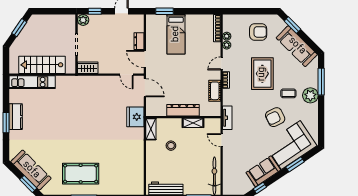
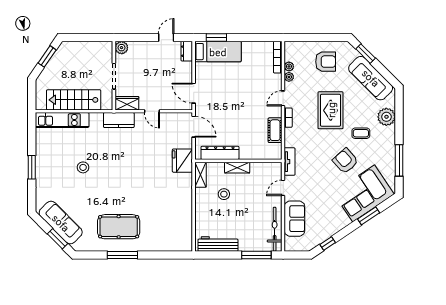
window: (95, 11) -> (135, 38), removed
bed: (176, 34) -> (218, 52), moved, turned -90
dresser: (139, 41) -> (187, 51), moved
door: (126, 75) -> (152, 111), moved
window: (321, 82) -> (399, 160), moved
plant: (310, 95) -> (386, 117), moved
dresser: (183, 110) -> (220, 153), moved
kitchen counter: (16, 117) -> (119, 120), moved, turned 90
armchair: (275, 117) -> (345, 161), turned 74
stool: (50, 123) -> (83, 167), added
shelving: (193, 123) -> (237, 168), moved
door: (222, 140) -> (283, 188), hinge flipped
sofa: (263, 171) -> (294, 219), moved, turned 124

